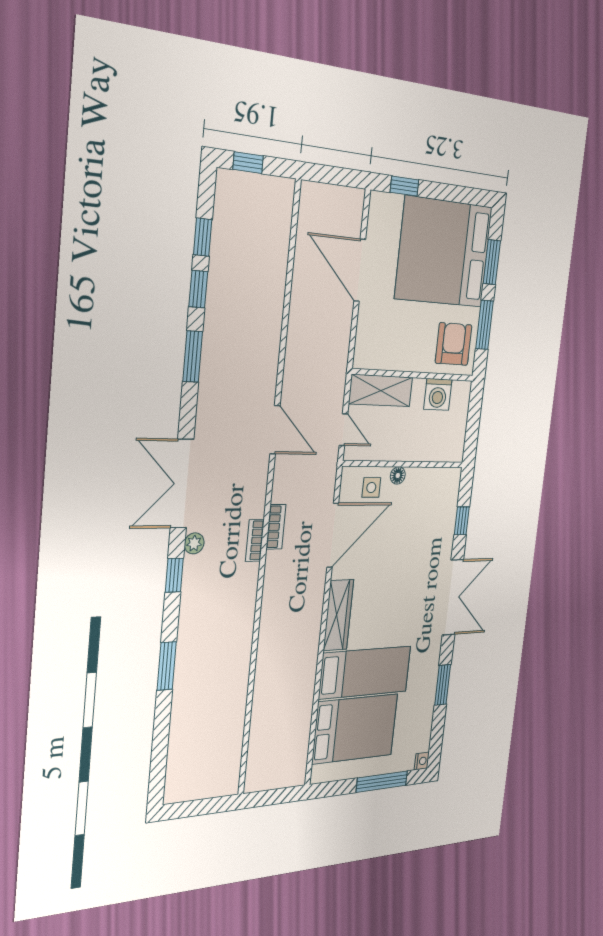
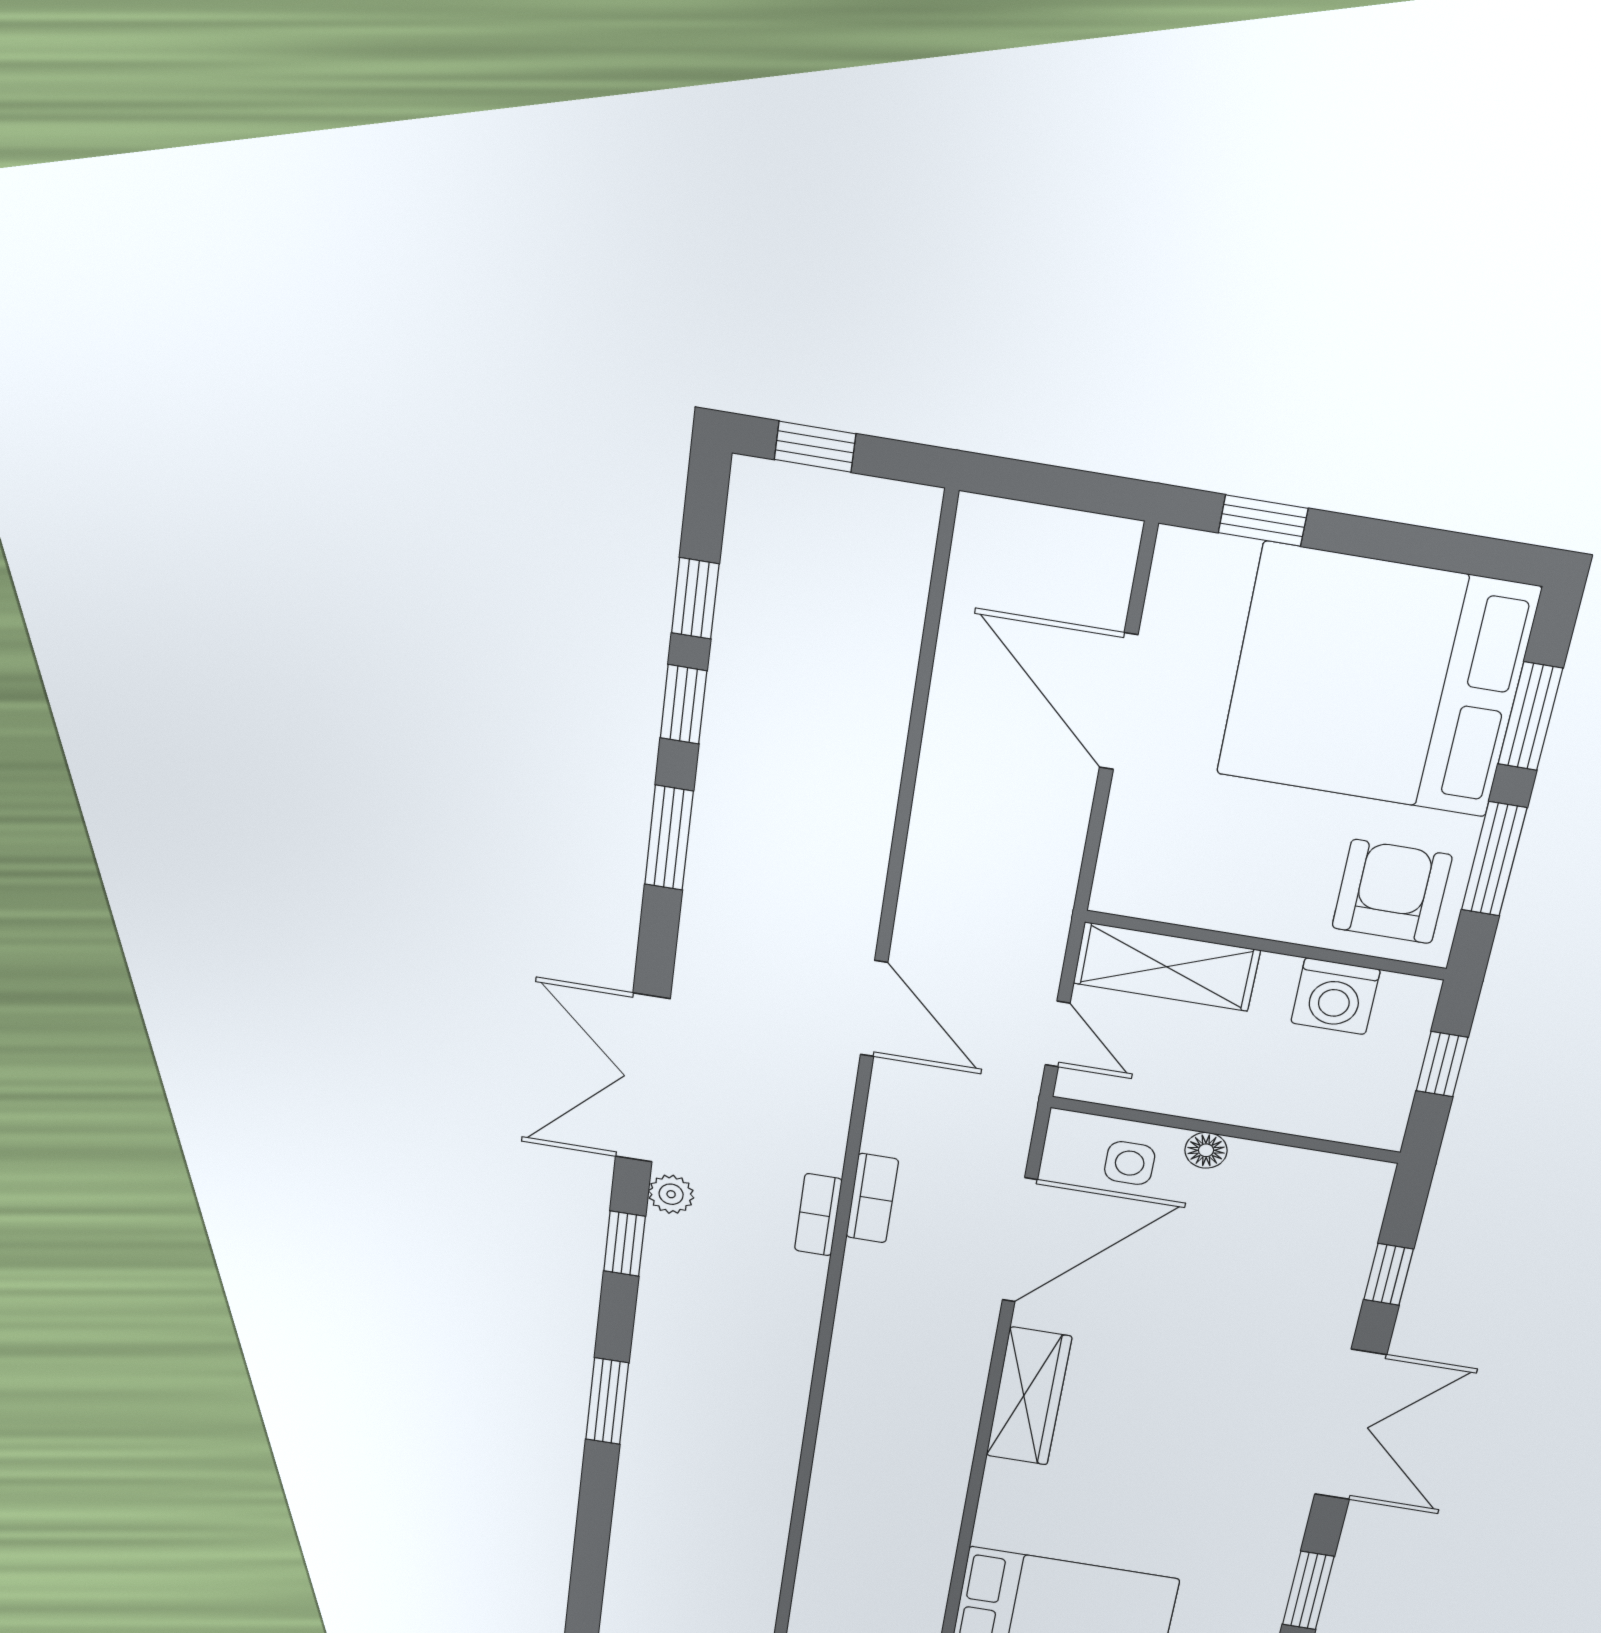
window: (474, 419) -> (1442, 1064), added
bed: (365, 672) -> (1095, 1519), removed

